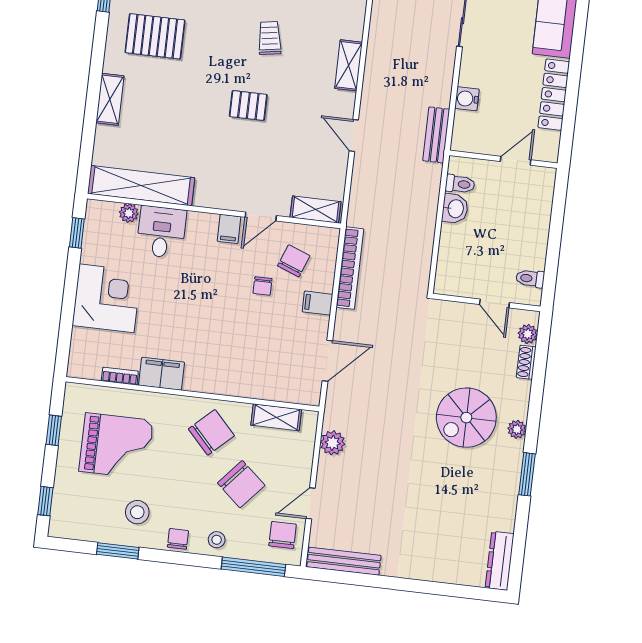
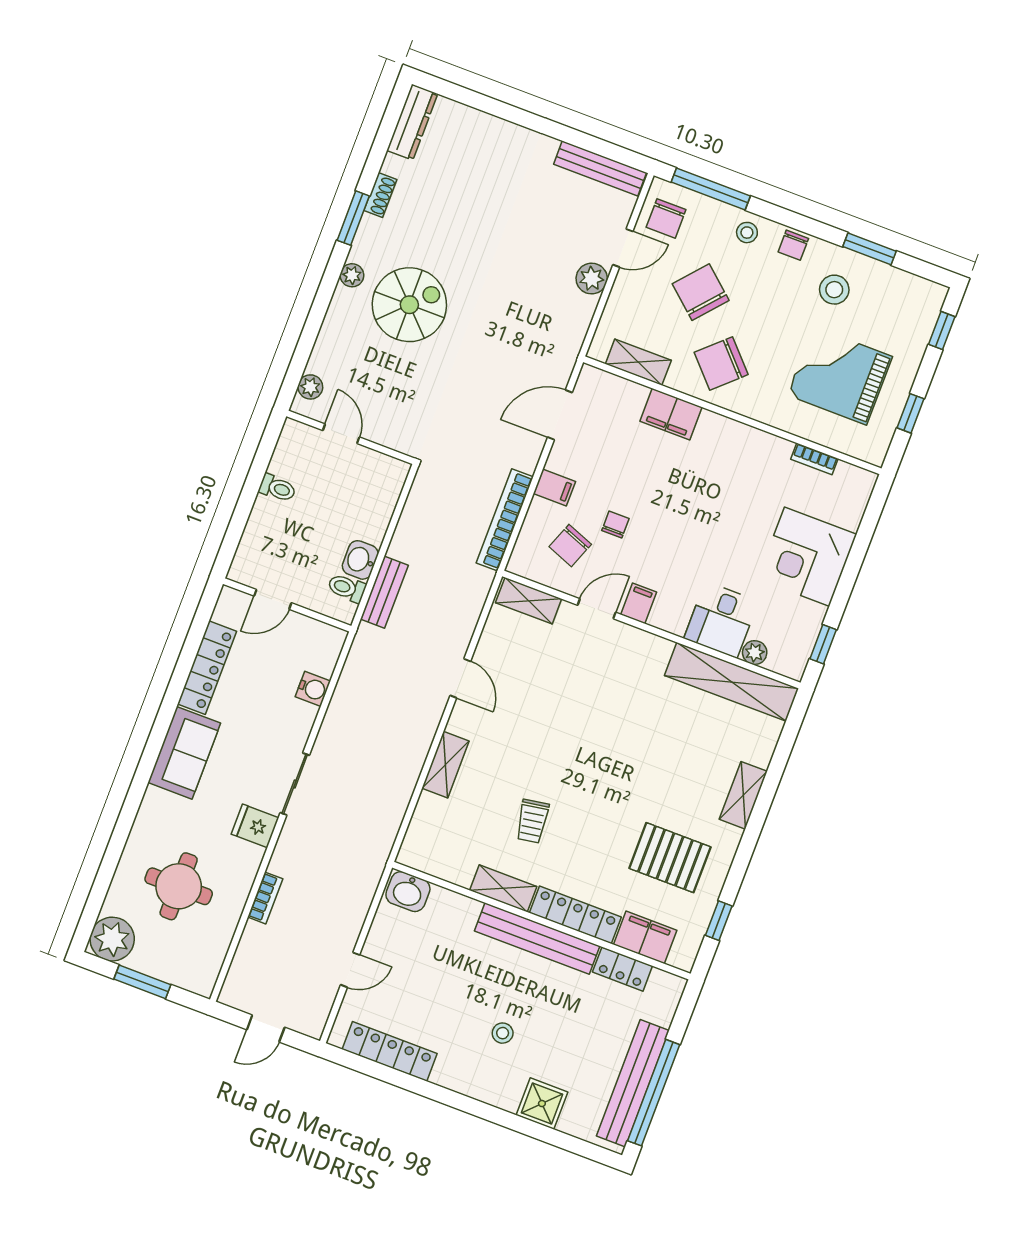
pallet: (248, 105) -> (578, 746), removed
bench: (436, 135) -> (384, 592), moved
toilet: (530, 278) -> (277, 488), moved
shoe rack: (526, 362) -> (380, 195), moved
filing cabinet: (161, 374) -> (671, 414), moved
plant: (333, 443) -> (592, 279), moved

